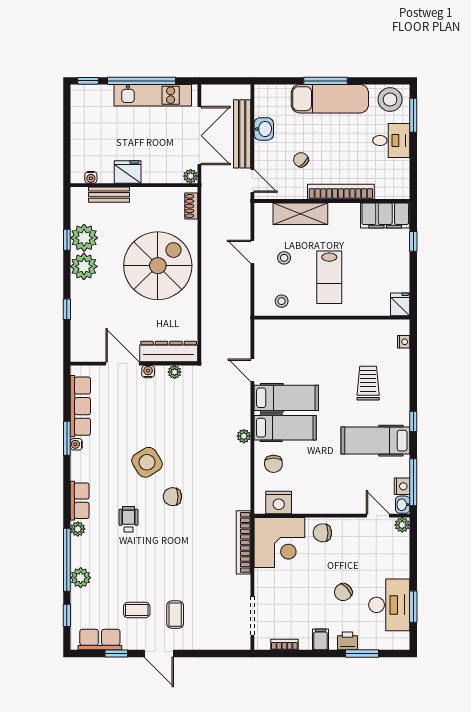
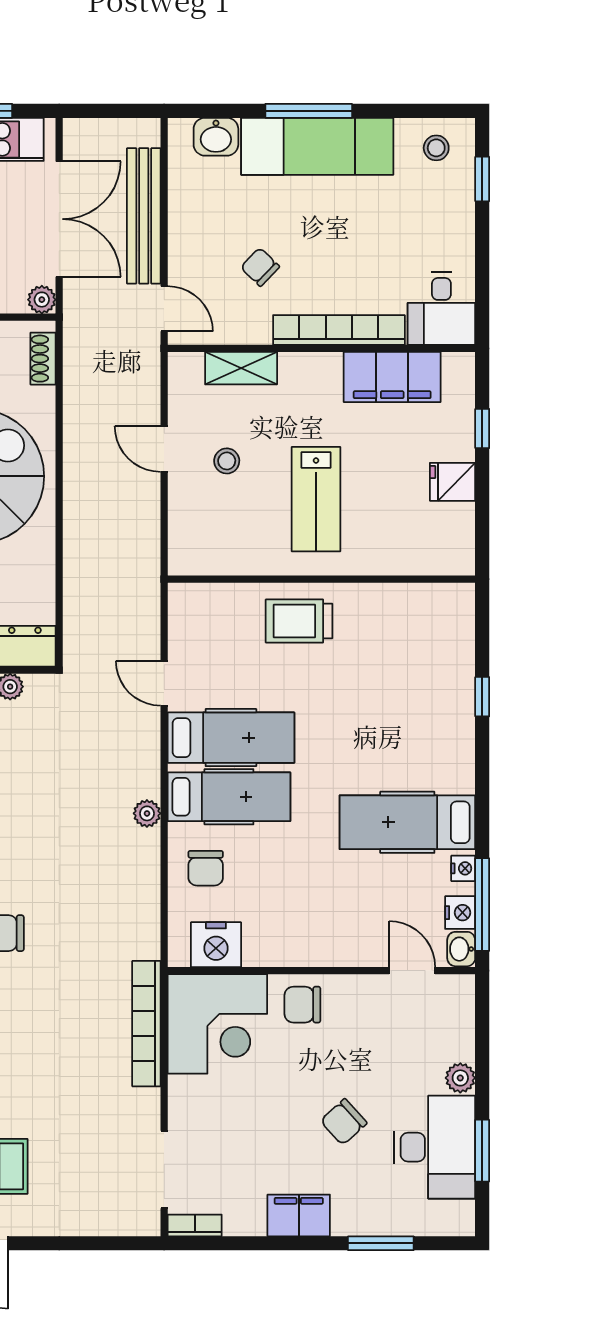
stool: (390, 100) -> (436, 148), width x0.53, depth x0.53
window: (413, 115) -> (482, 179), width x0.67
washbasin: (264, 129) -> (216, 137), moved, turned 90
desk: (391, 140) -> (441, 309), moved, turned 90
shelving: (300, 214) -> (241, 368), width x0.67, depth x0.75
filing cabinet: (385, 215) -> (392, 377), moved
stool: (282, 301) -> (222, 546), removed
fridge: (400, 304) -> (452, 482), moved, turned -90
nightstand: (404, 342) -> (463, 868), moved
trolley: (368, 383) -> (299, 621), moved, turned -90
window: (413, 421) -> (482, 697), moved
plant: (402, 525) -> (460, 1078), moved
filing cabinet: (320, 639) -> (299, 1215), width x2.00
printer: (348, 641) -> (352, 1218), removed
bookcase: (284, 644) -> (195, 1225), moved

